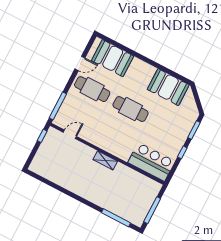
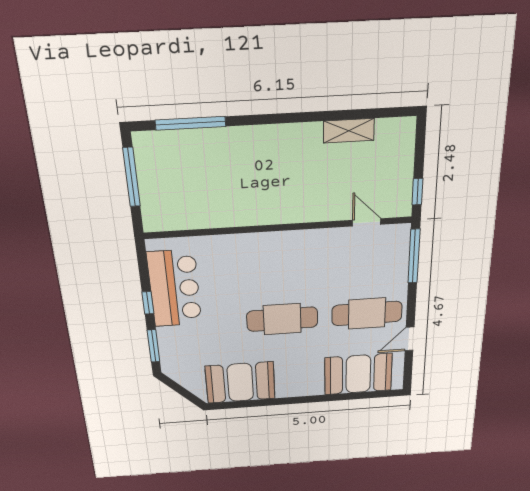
door: (70, 134) -> (367, 222), swing flipped
shelving: (105, 160) -> (349, 131), moved
bar counter: (151, 162) -> (174, 288), moved, turned -90

